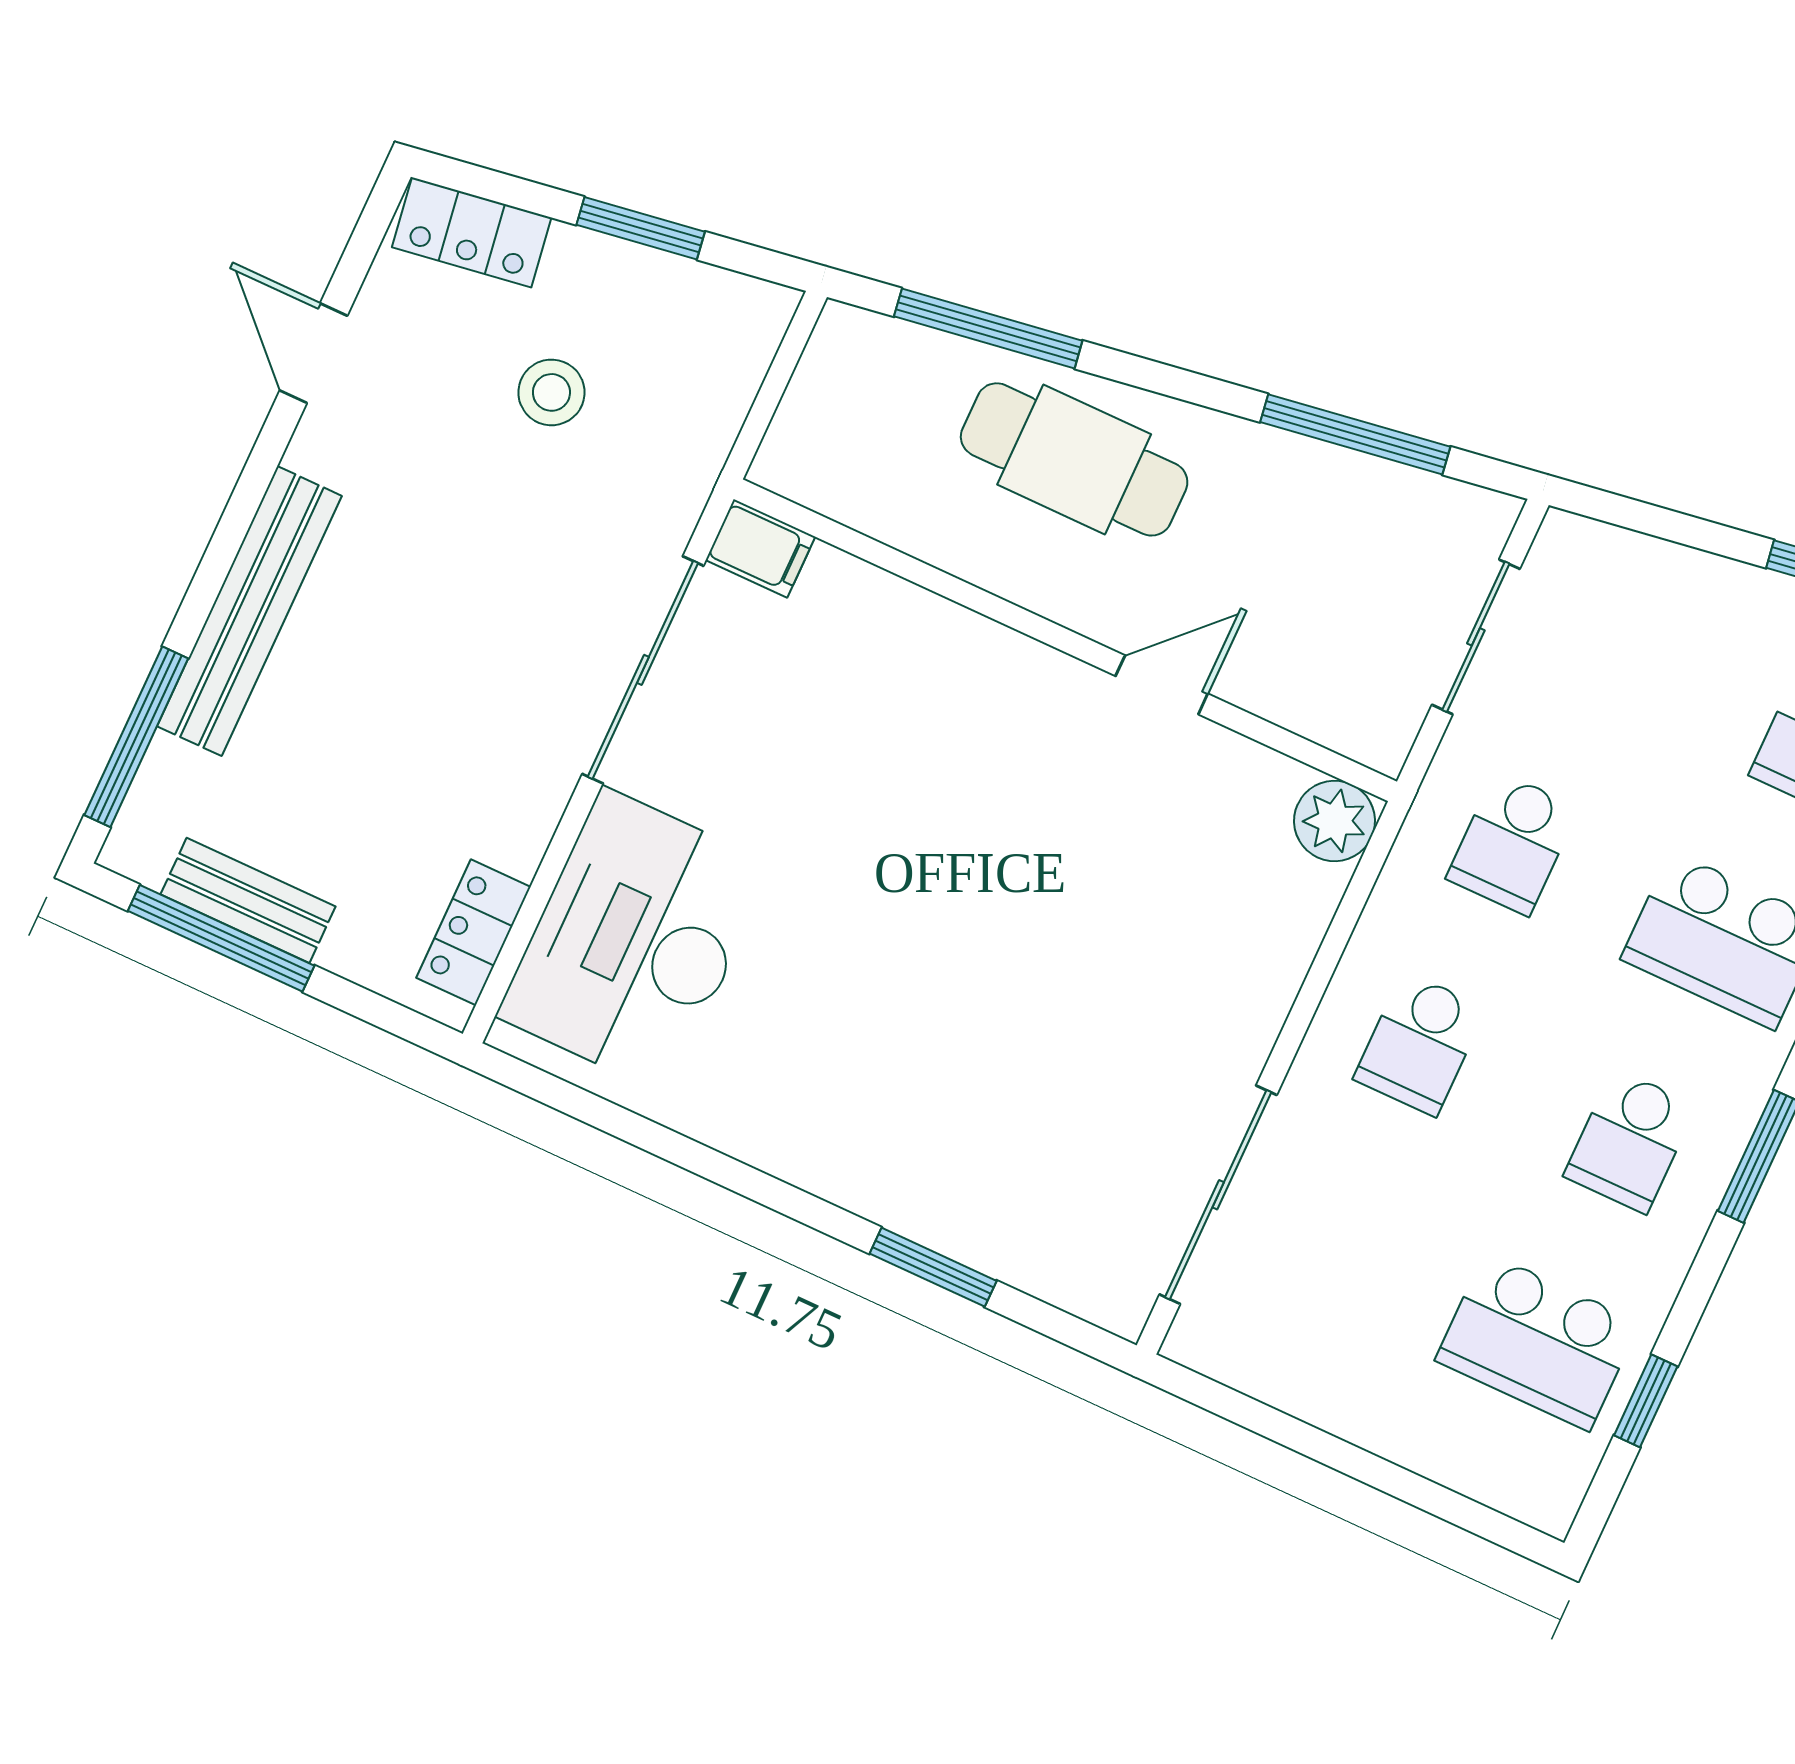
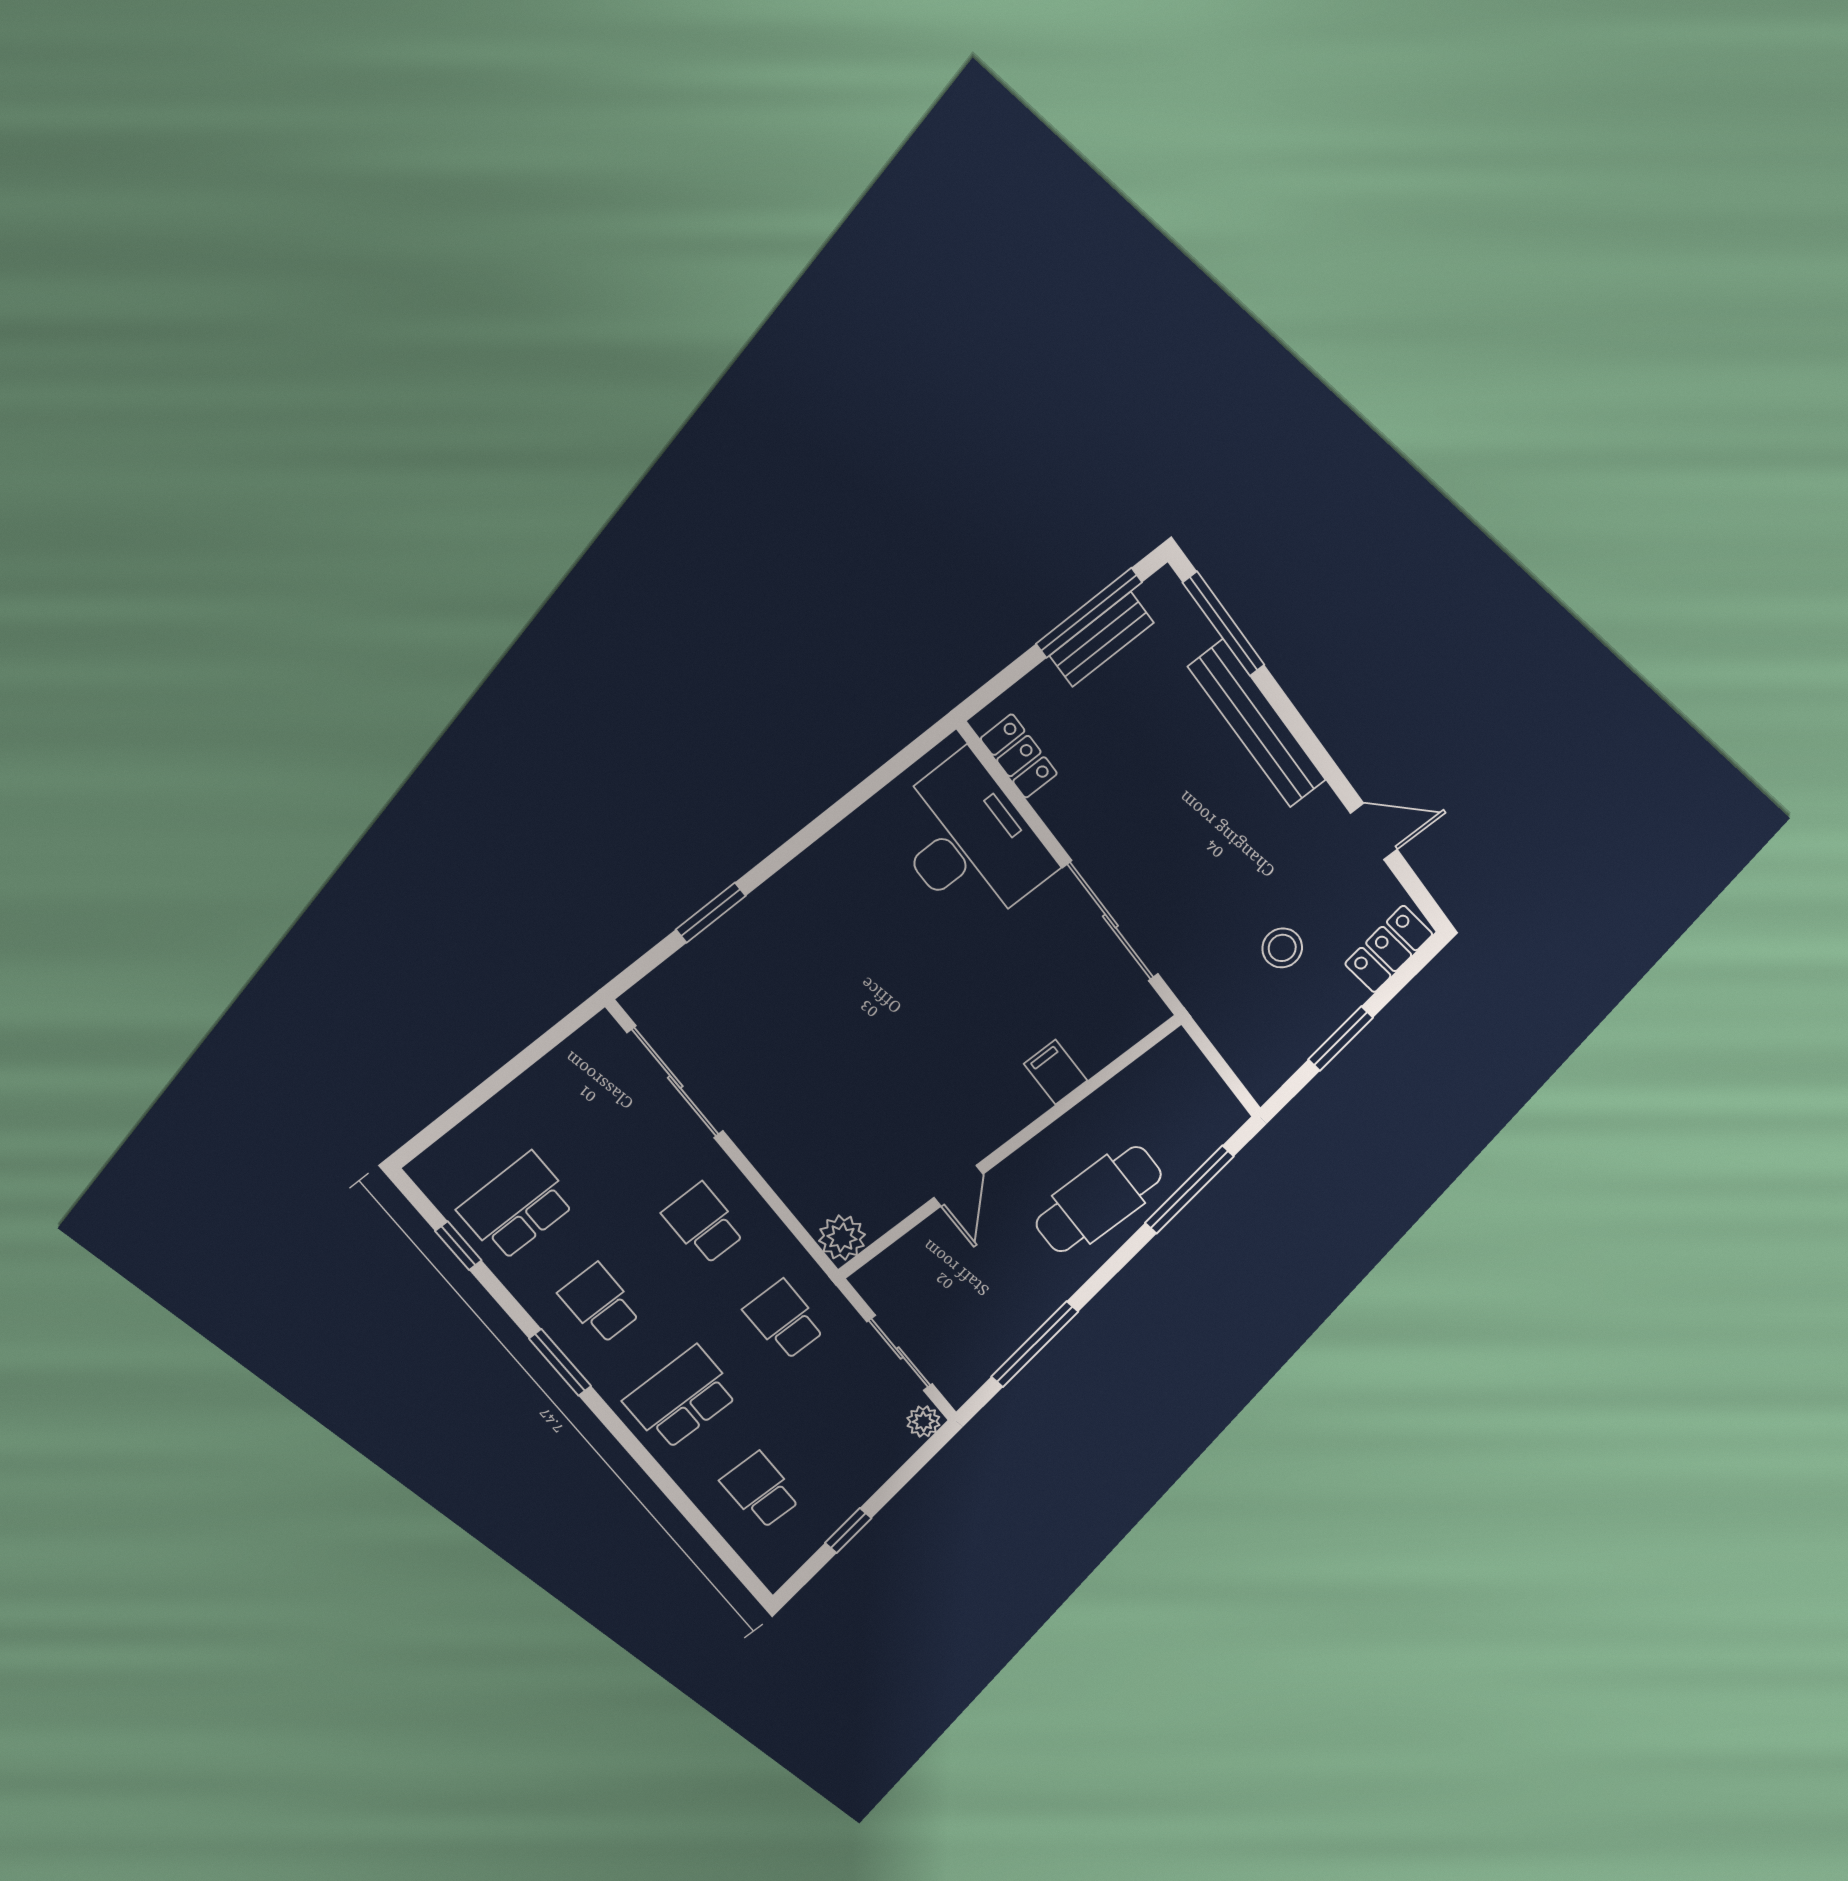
plant: (1570, 542) -> (923, 1422), added
filing cabinet: (760, 548) -> (1056, 1072), moved, turned 90

